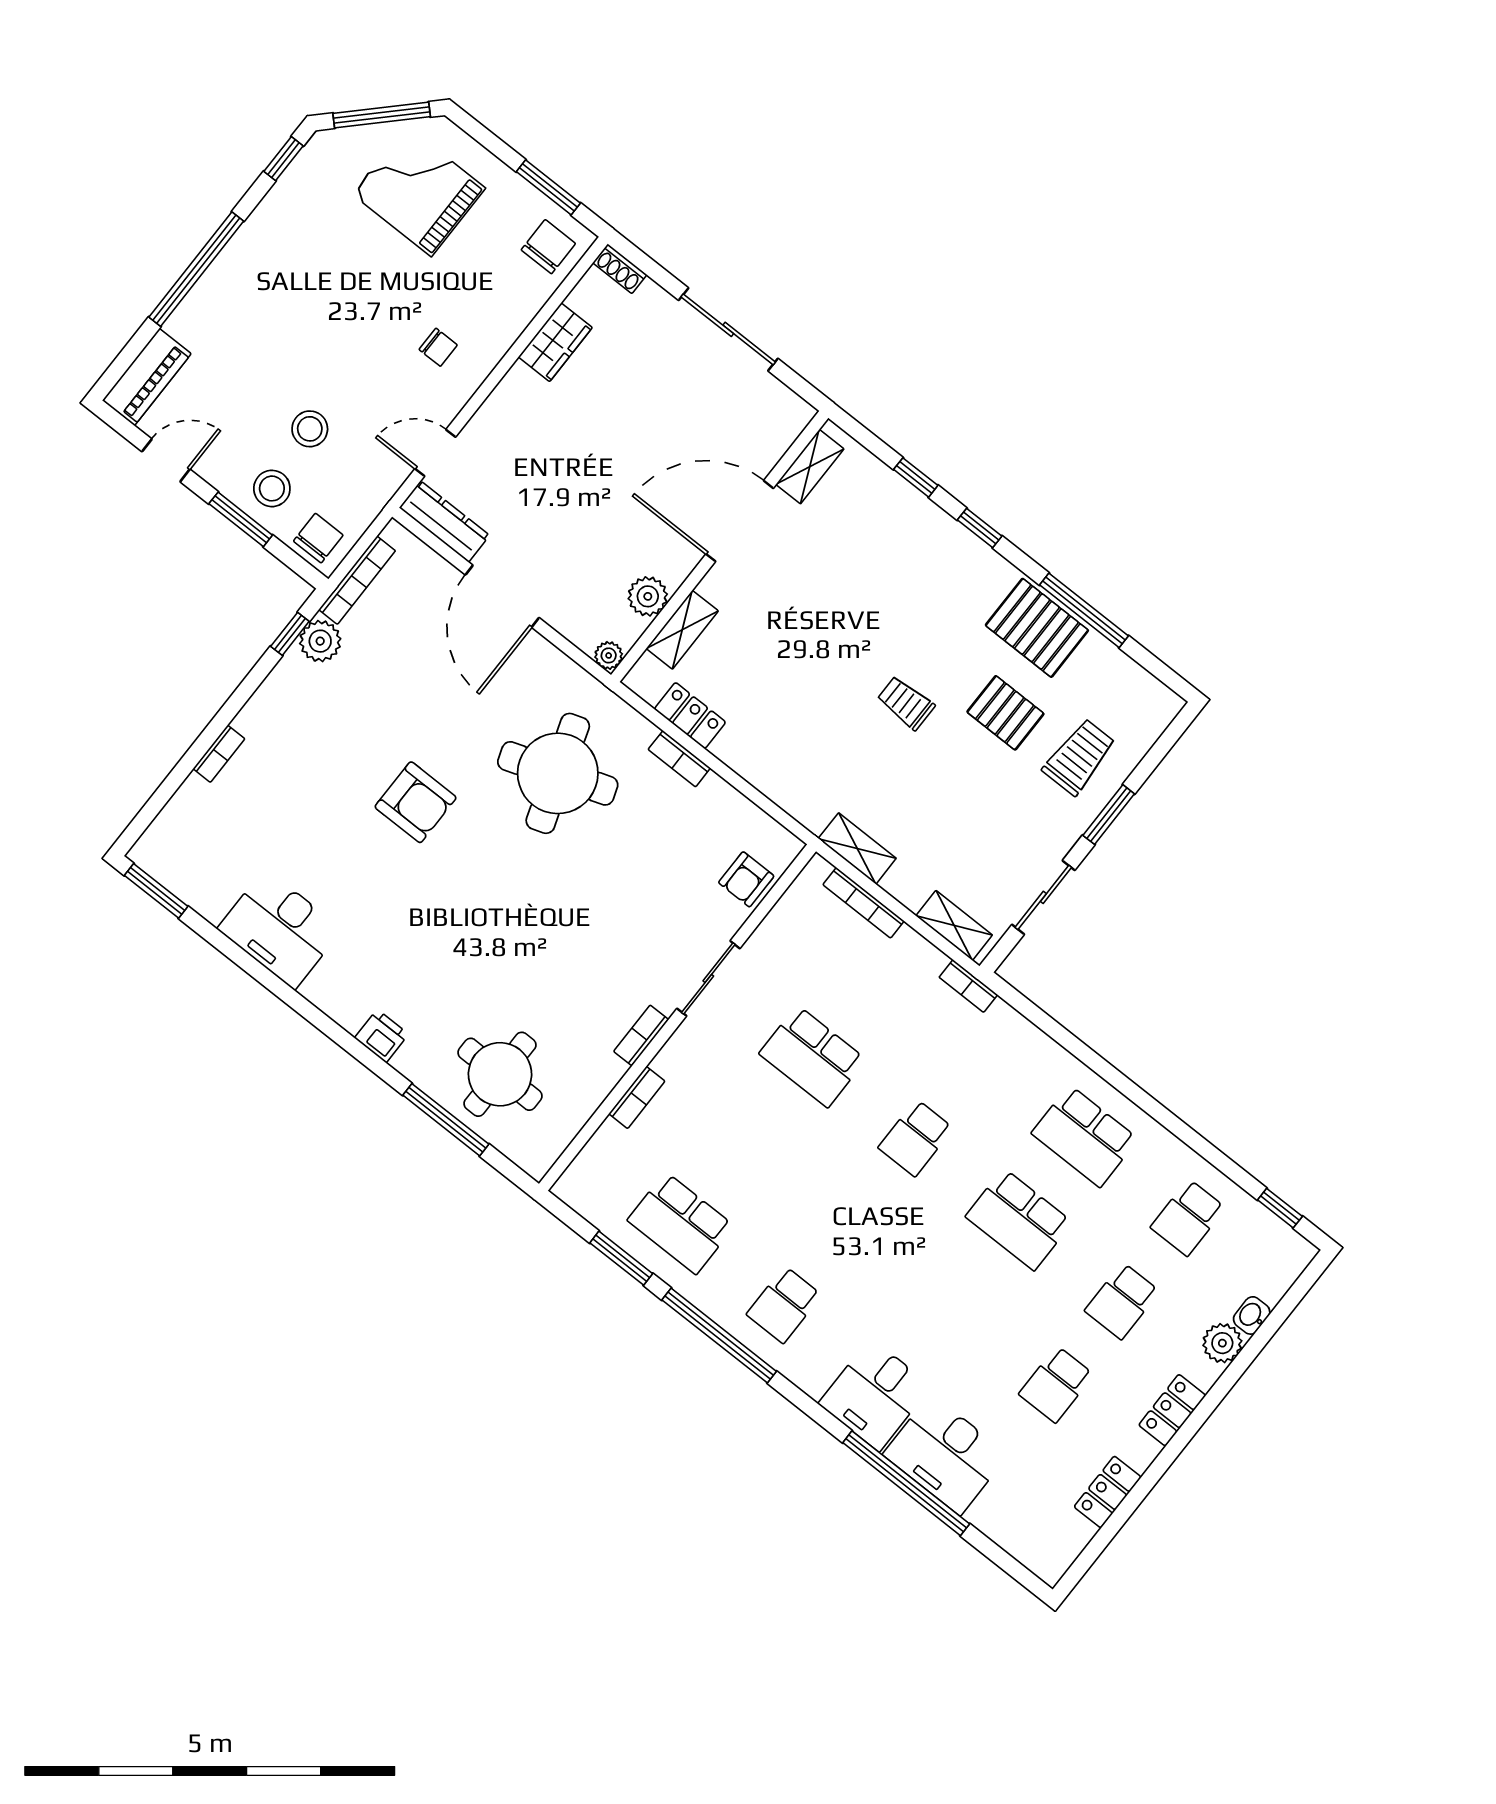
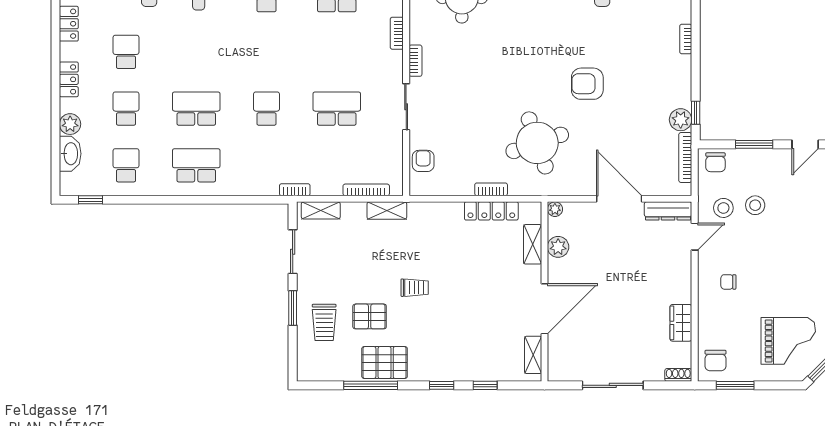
stool: (272, 488) -> (723, 208), moved
locker: (690, 716) -> (491, 211), width x1.53
washbasin: (1252, 1315) -> (70, 154), width x1.91, depth x1.45

